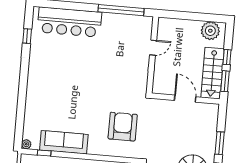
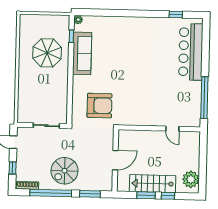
door: (185, 99) -> (115, 160), moved
wall: (185, 99) -> (115, 160), moved

